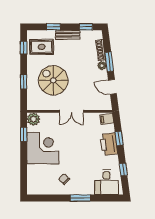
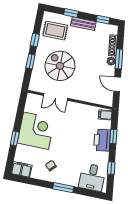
window: (24, 48) -> (35, 40), moved
double door: (71, 111) -> (56, 97), moved
plant: (33, 119) -> (33, 100), removed
window: (24, 134) -> (15, 138), moved
filing cabinet: (36, 188) -> (21, 169), added

